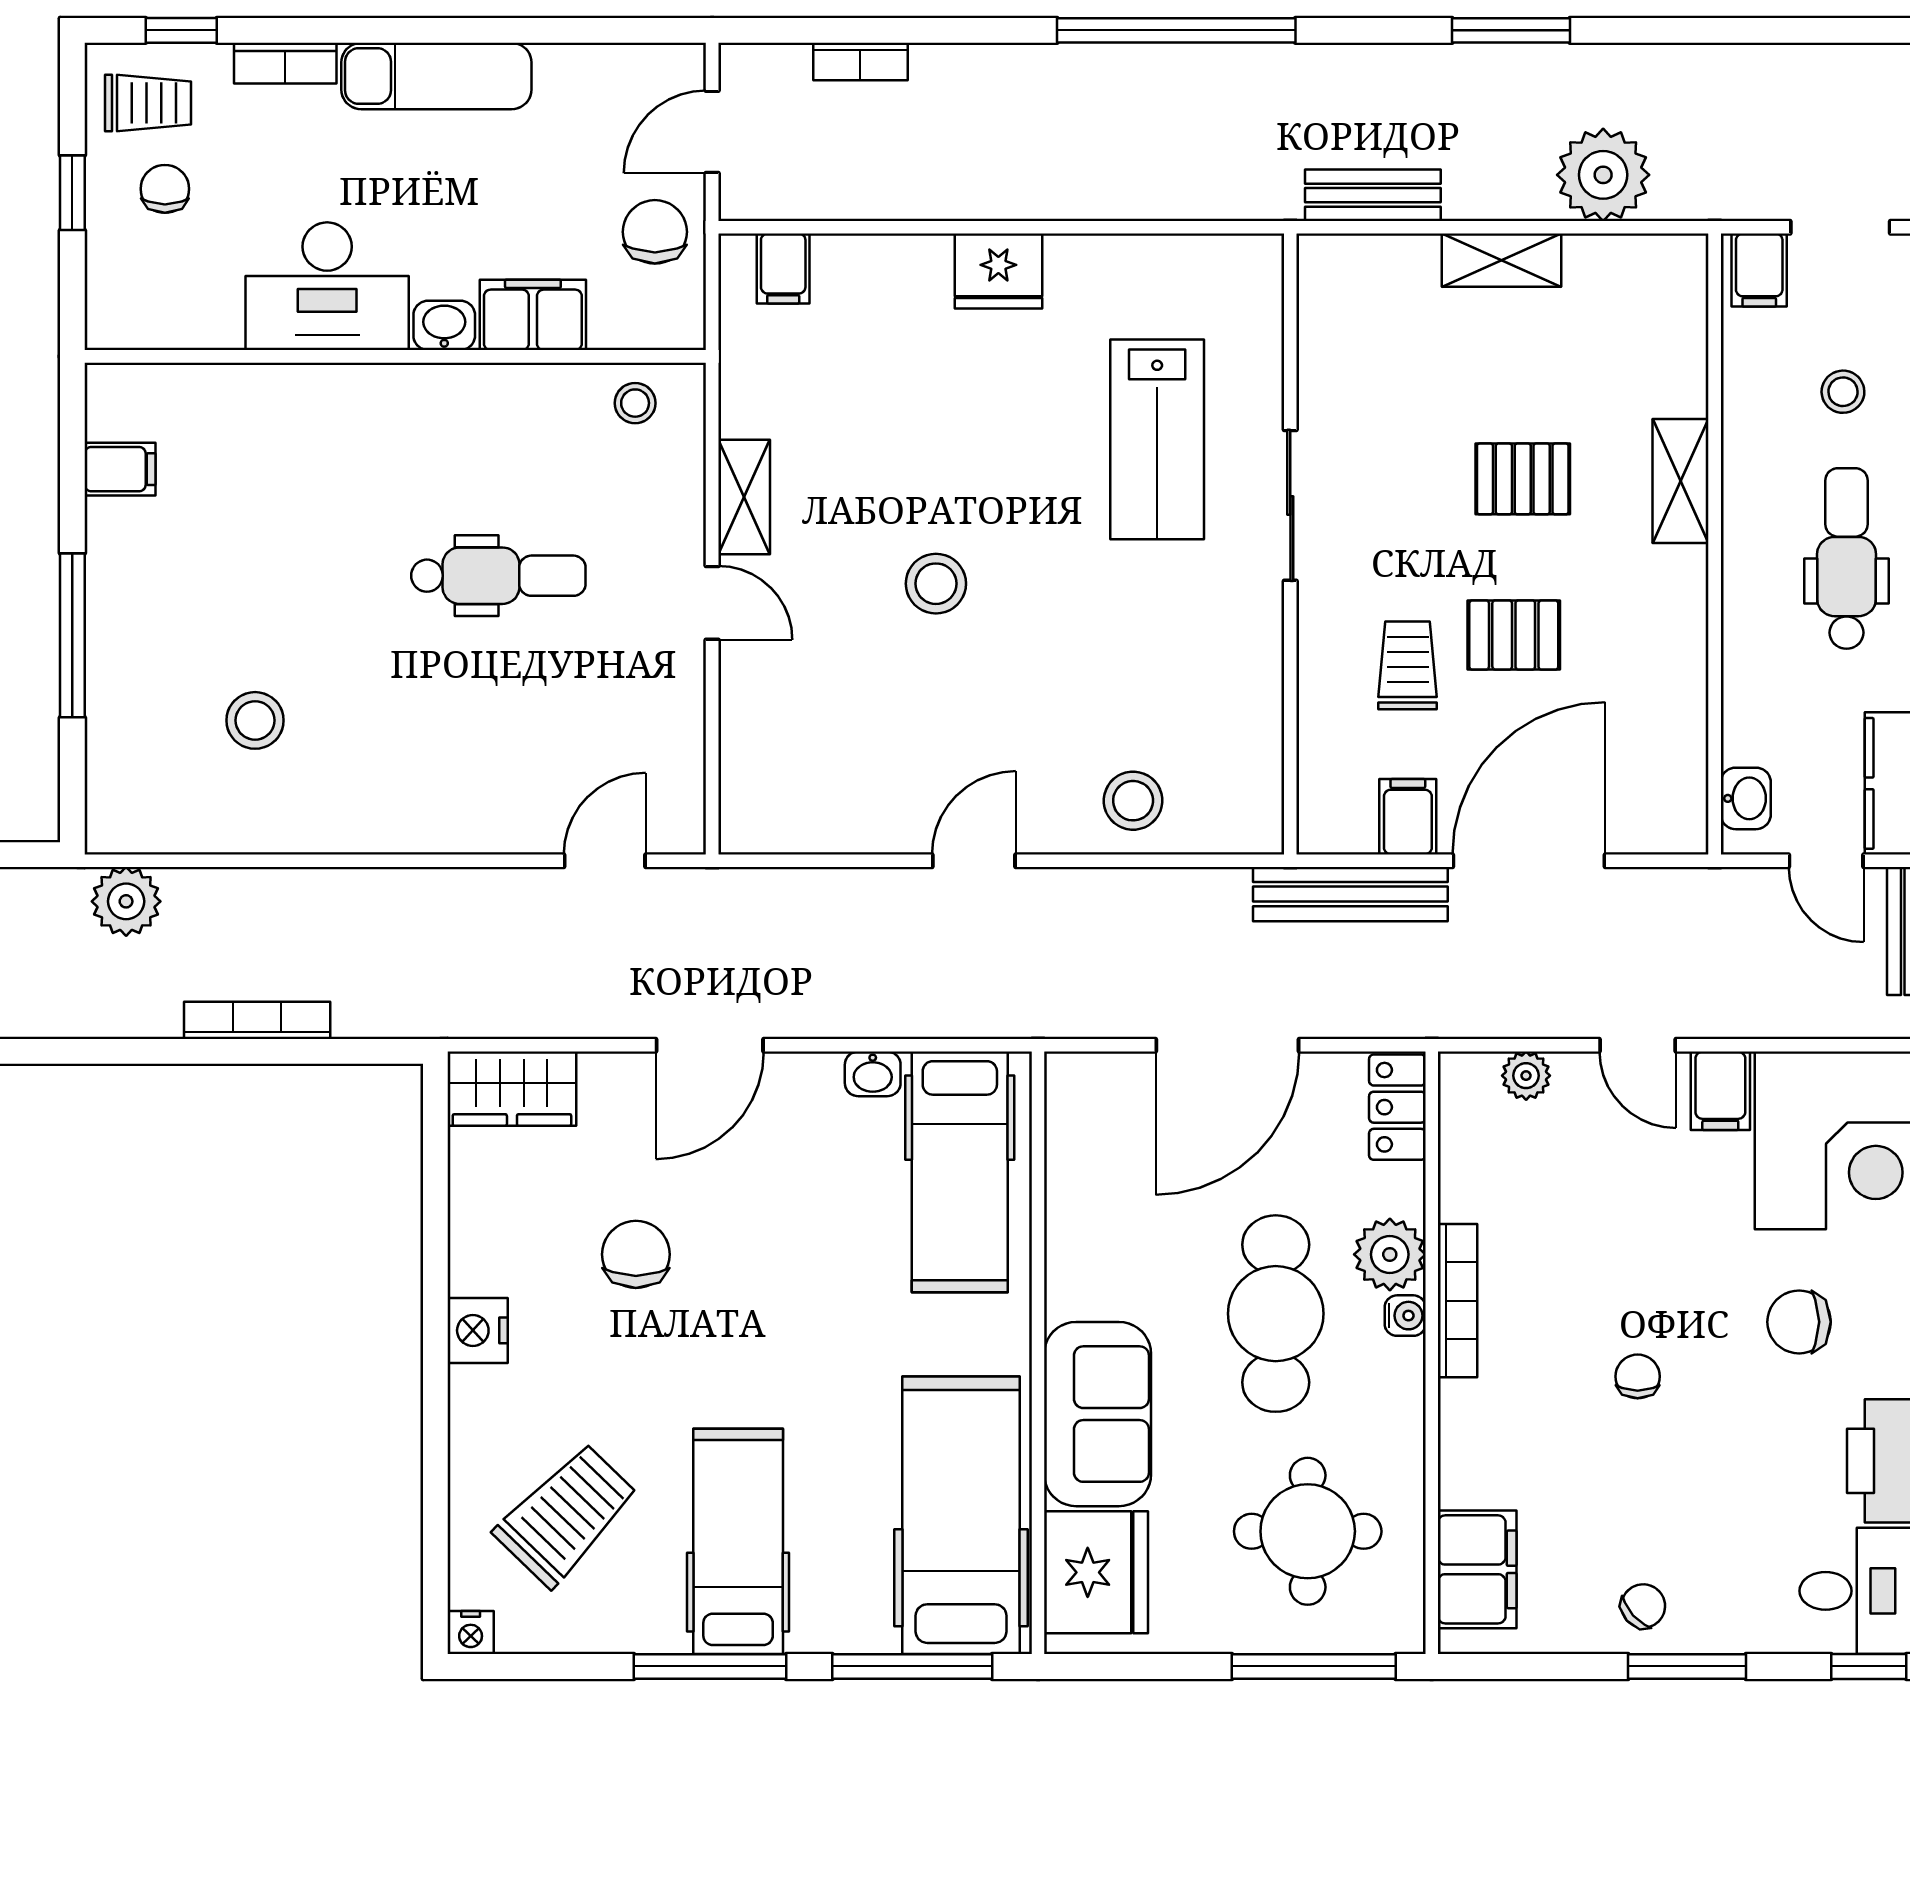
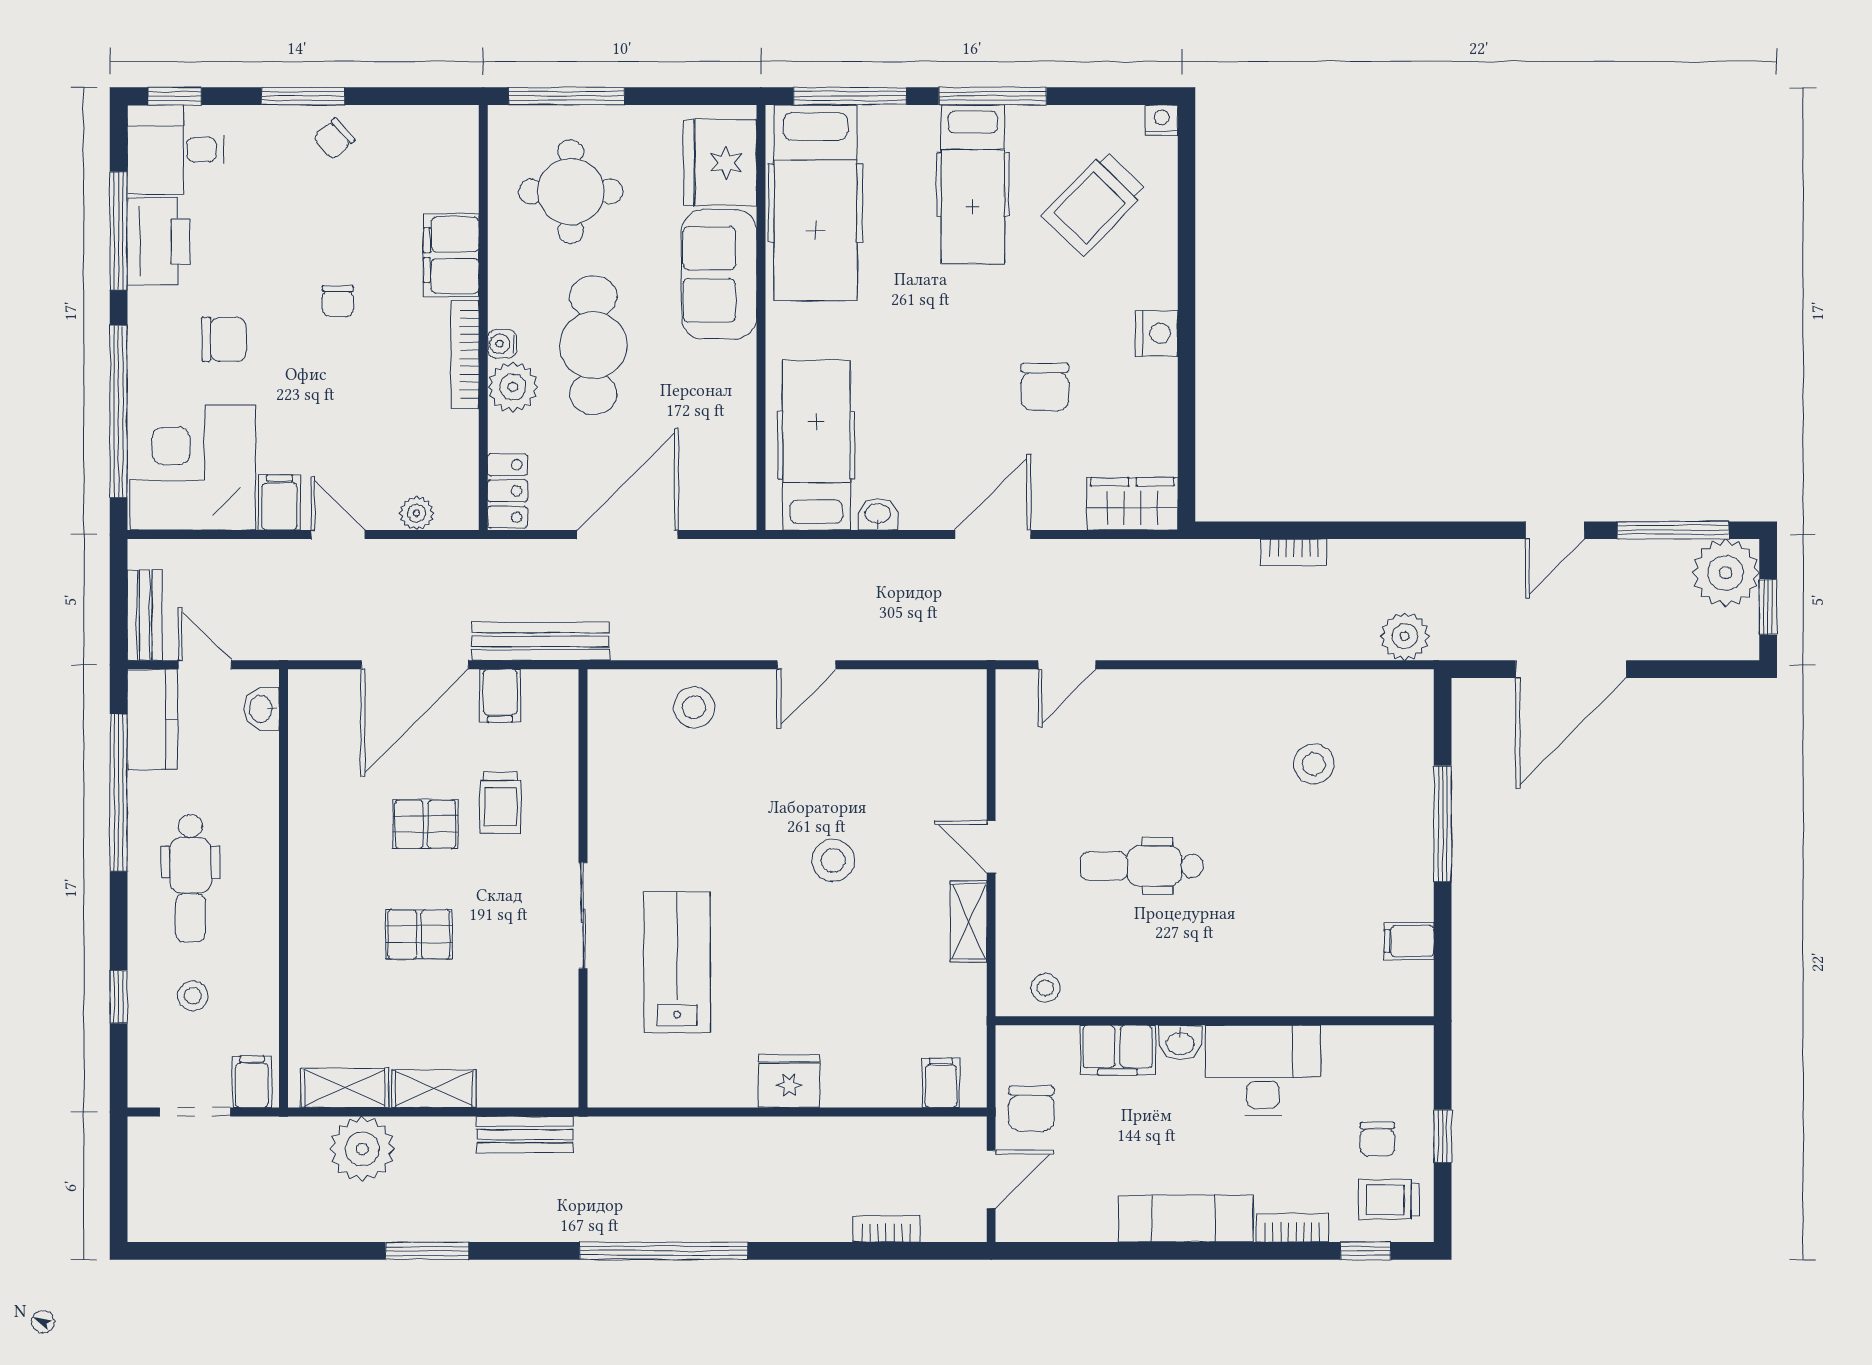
shelving: (1681, 481) -> (345, 1088), moved, turned 90
bookcase: (257, 1020) -> (1294, 552), width x0.64
filing cabinet: (1477, 1569) -> (451, 255), moved

